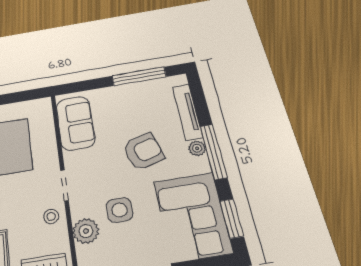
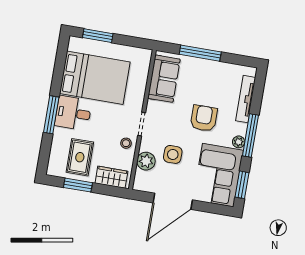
window: (139, 76) -> (200, 53), moved
plant: (197, 148) -> (239, 142), moved
armchair: (143, 151) -> (204, 118), turned -74

